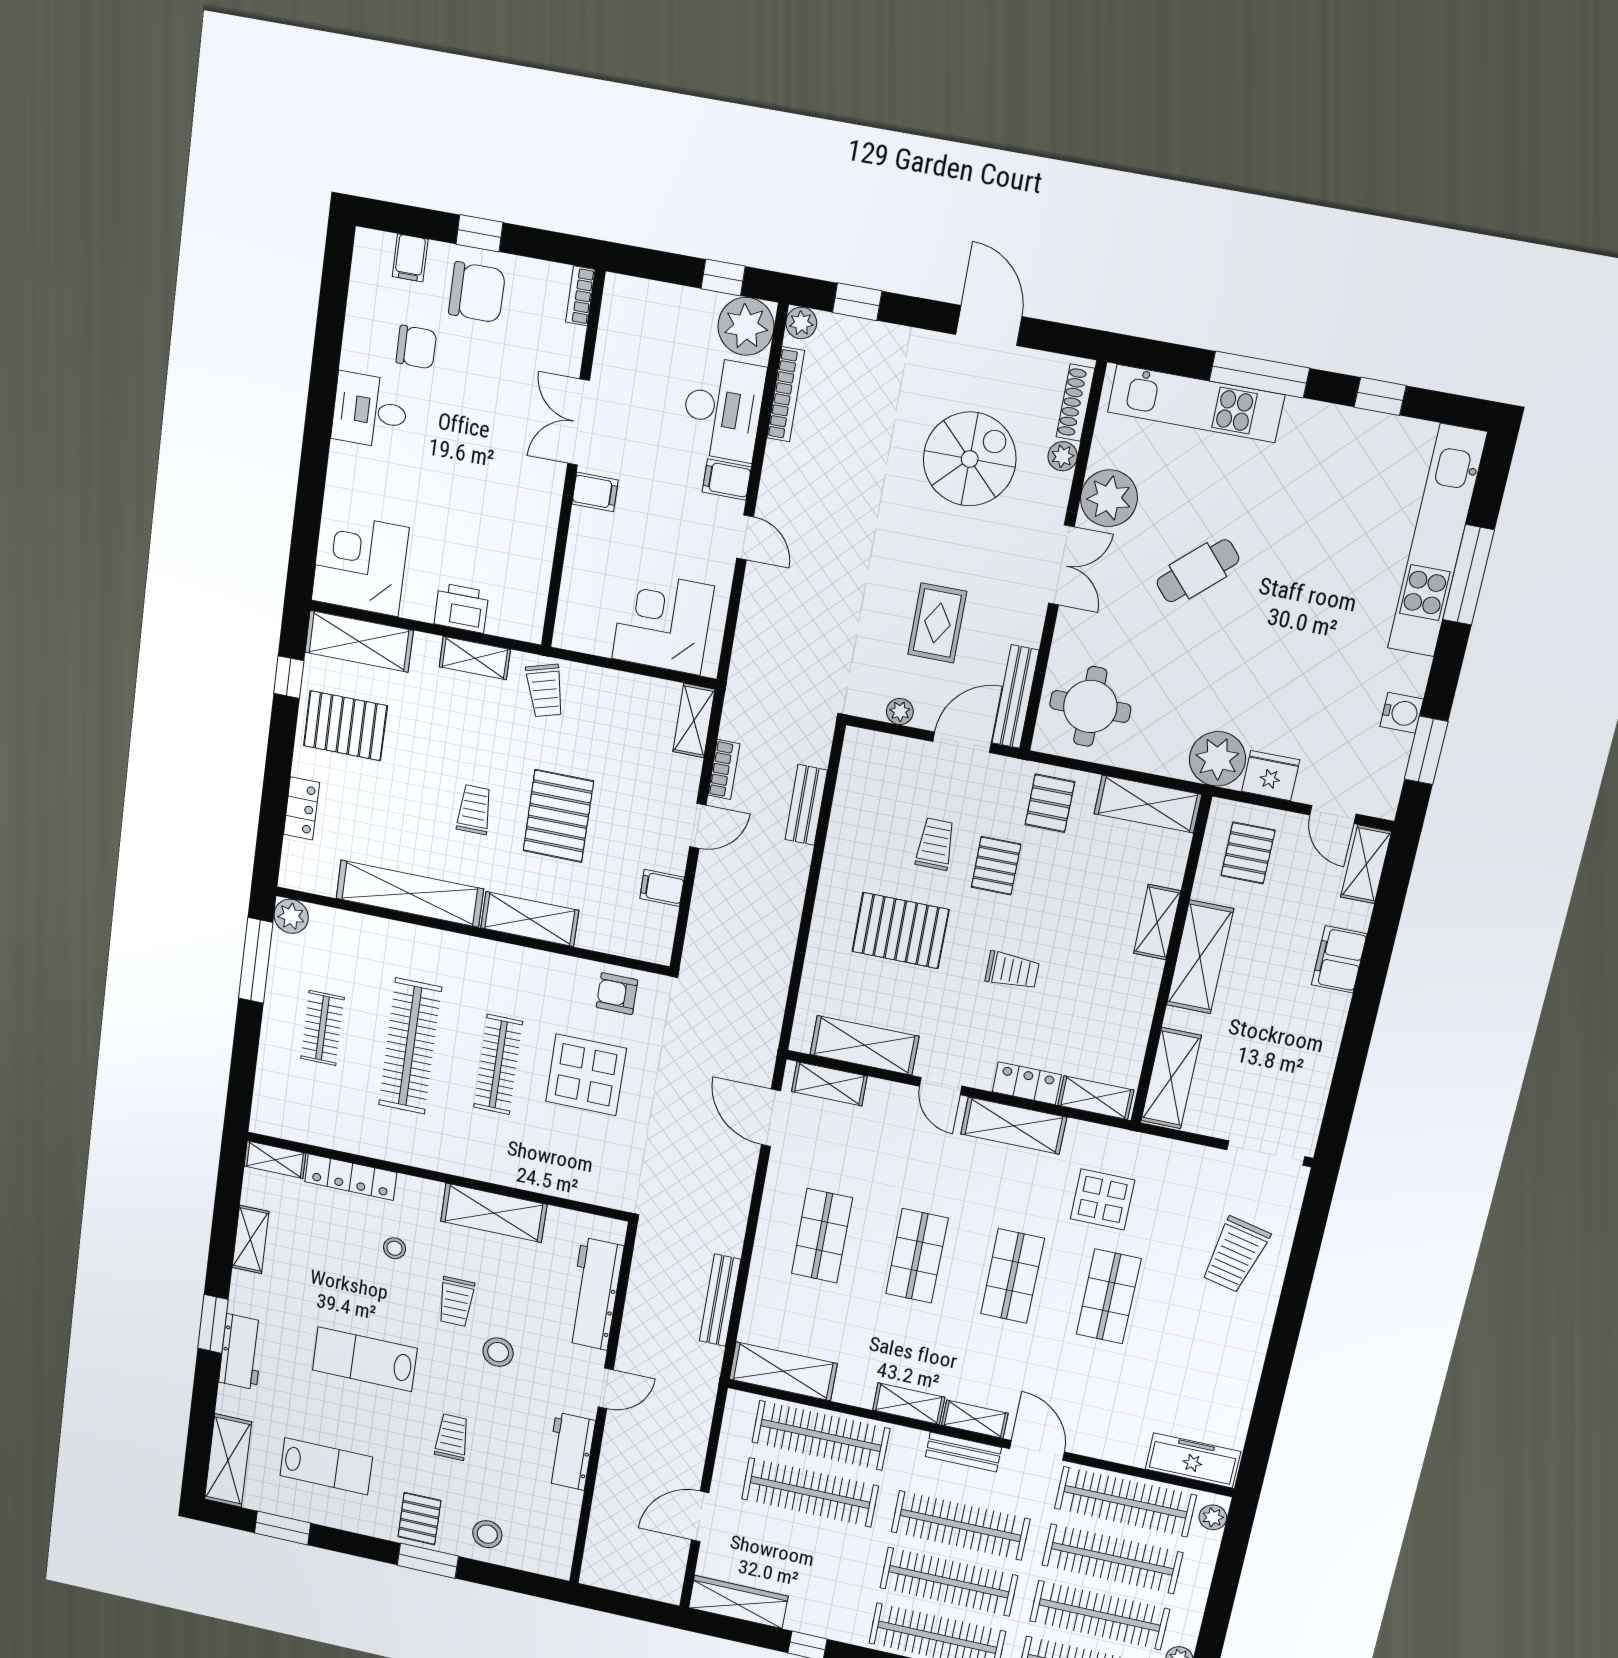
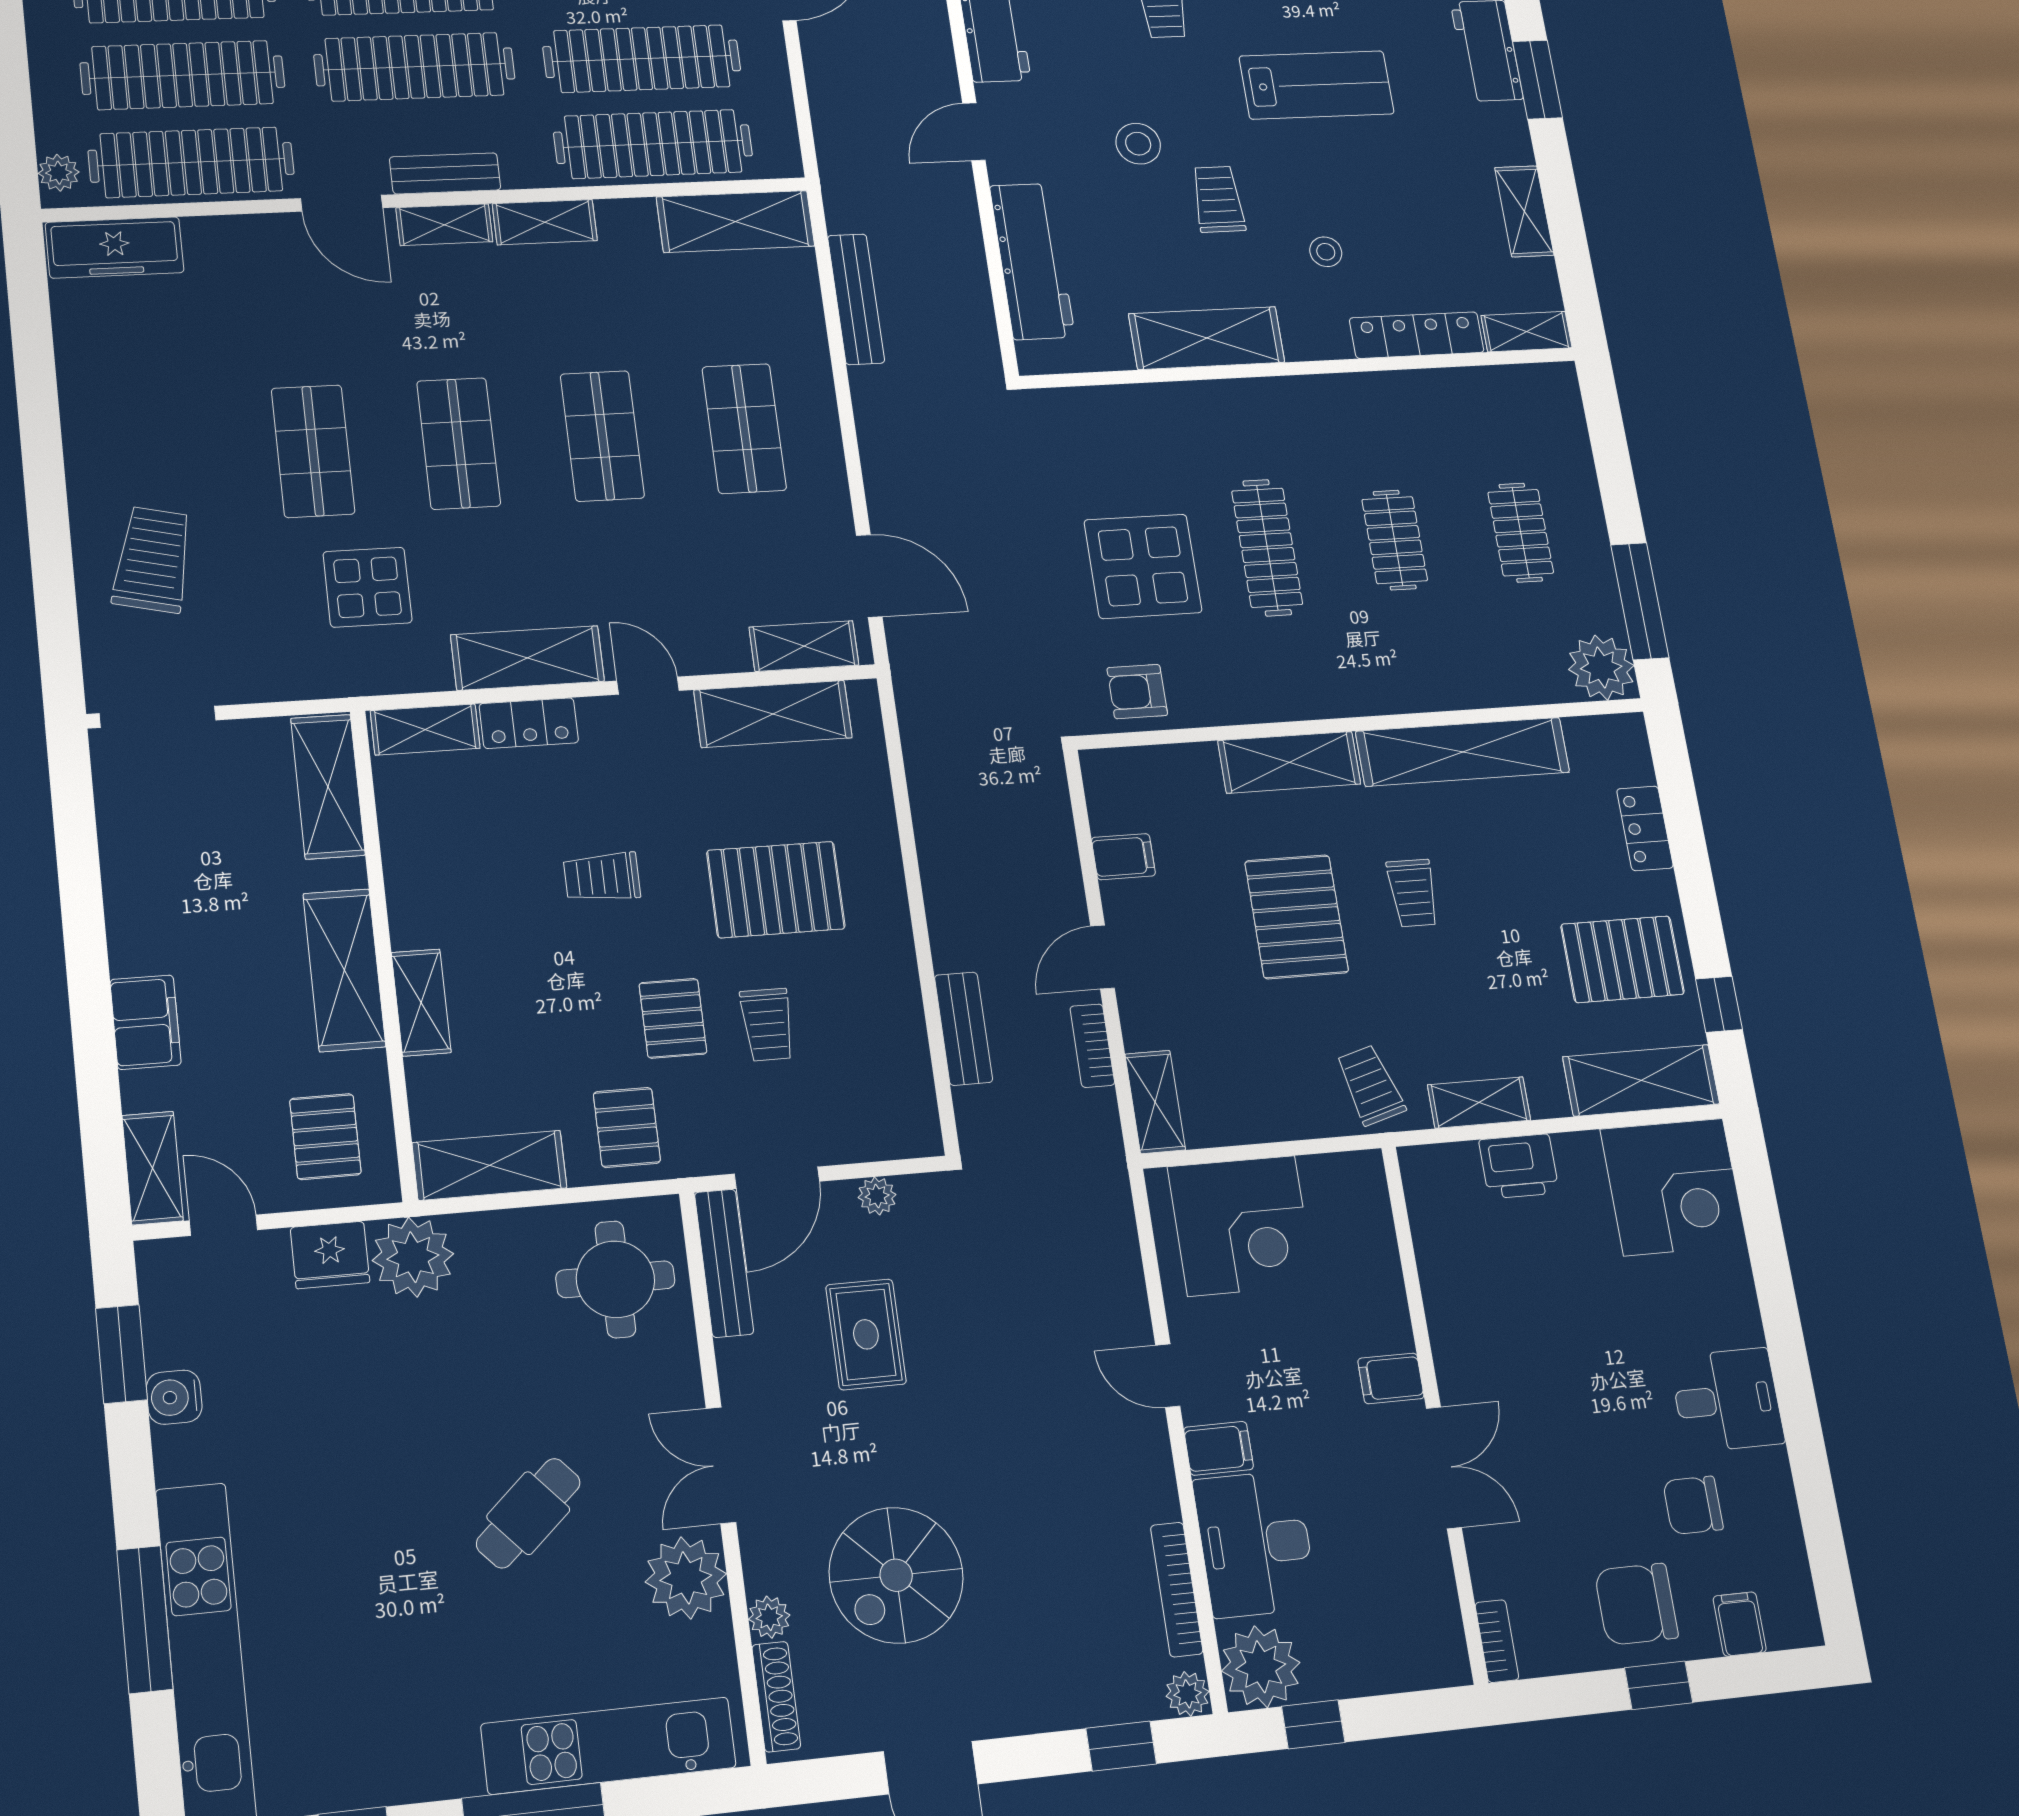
plant: (291, 916) -> (1601, 668), width x1.36, depth x1.36
armchair: (617, 994) -> (1137, 692), turned 180
clothes rail: (410, 1046) -> (1395, 540), width x0.54, depth x0.76

